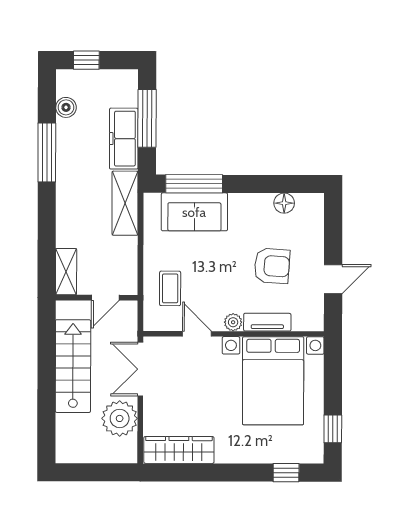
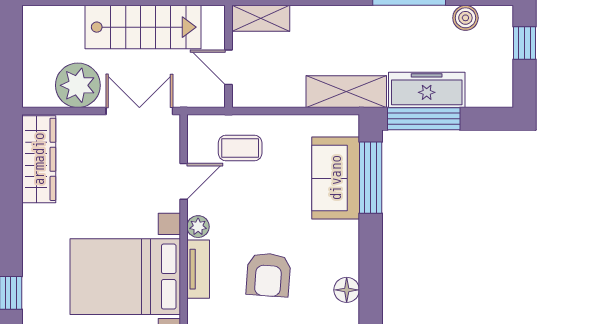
window: (147, 118) -> (424, 119), moved

